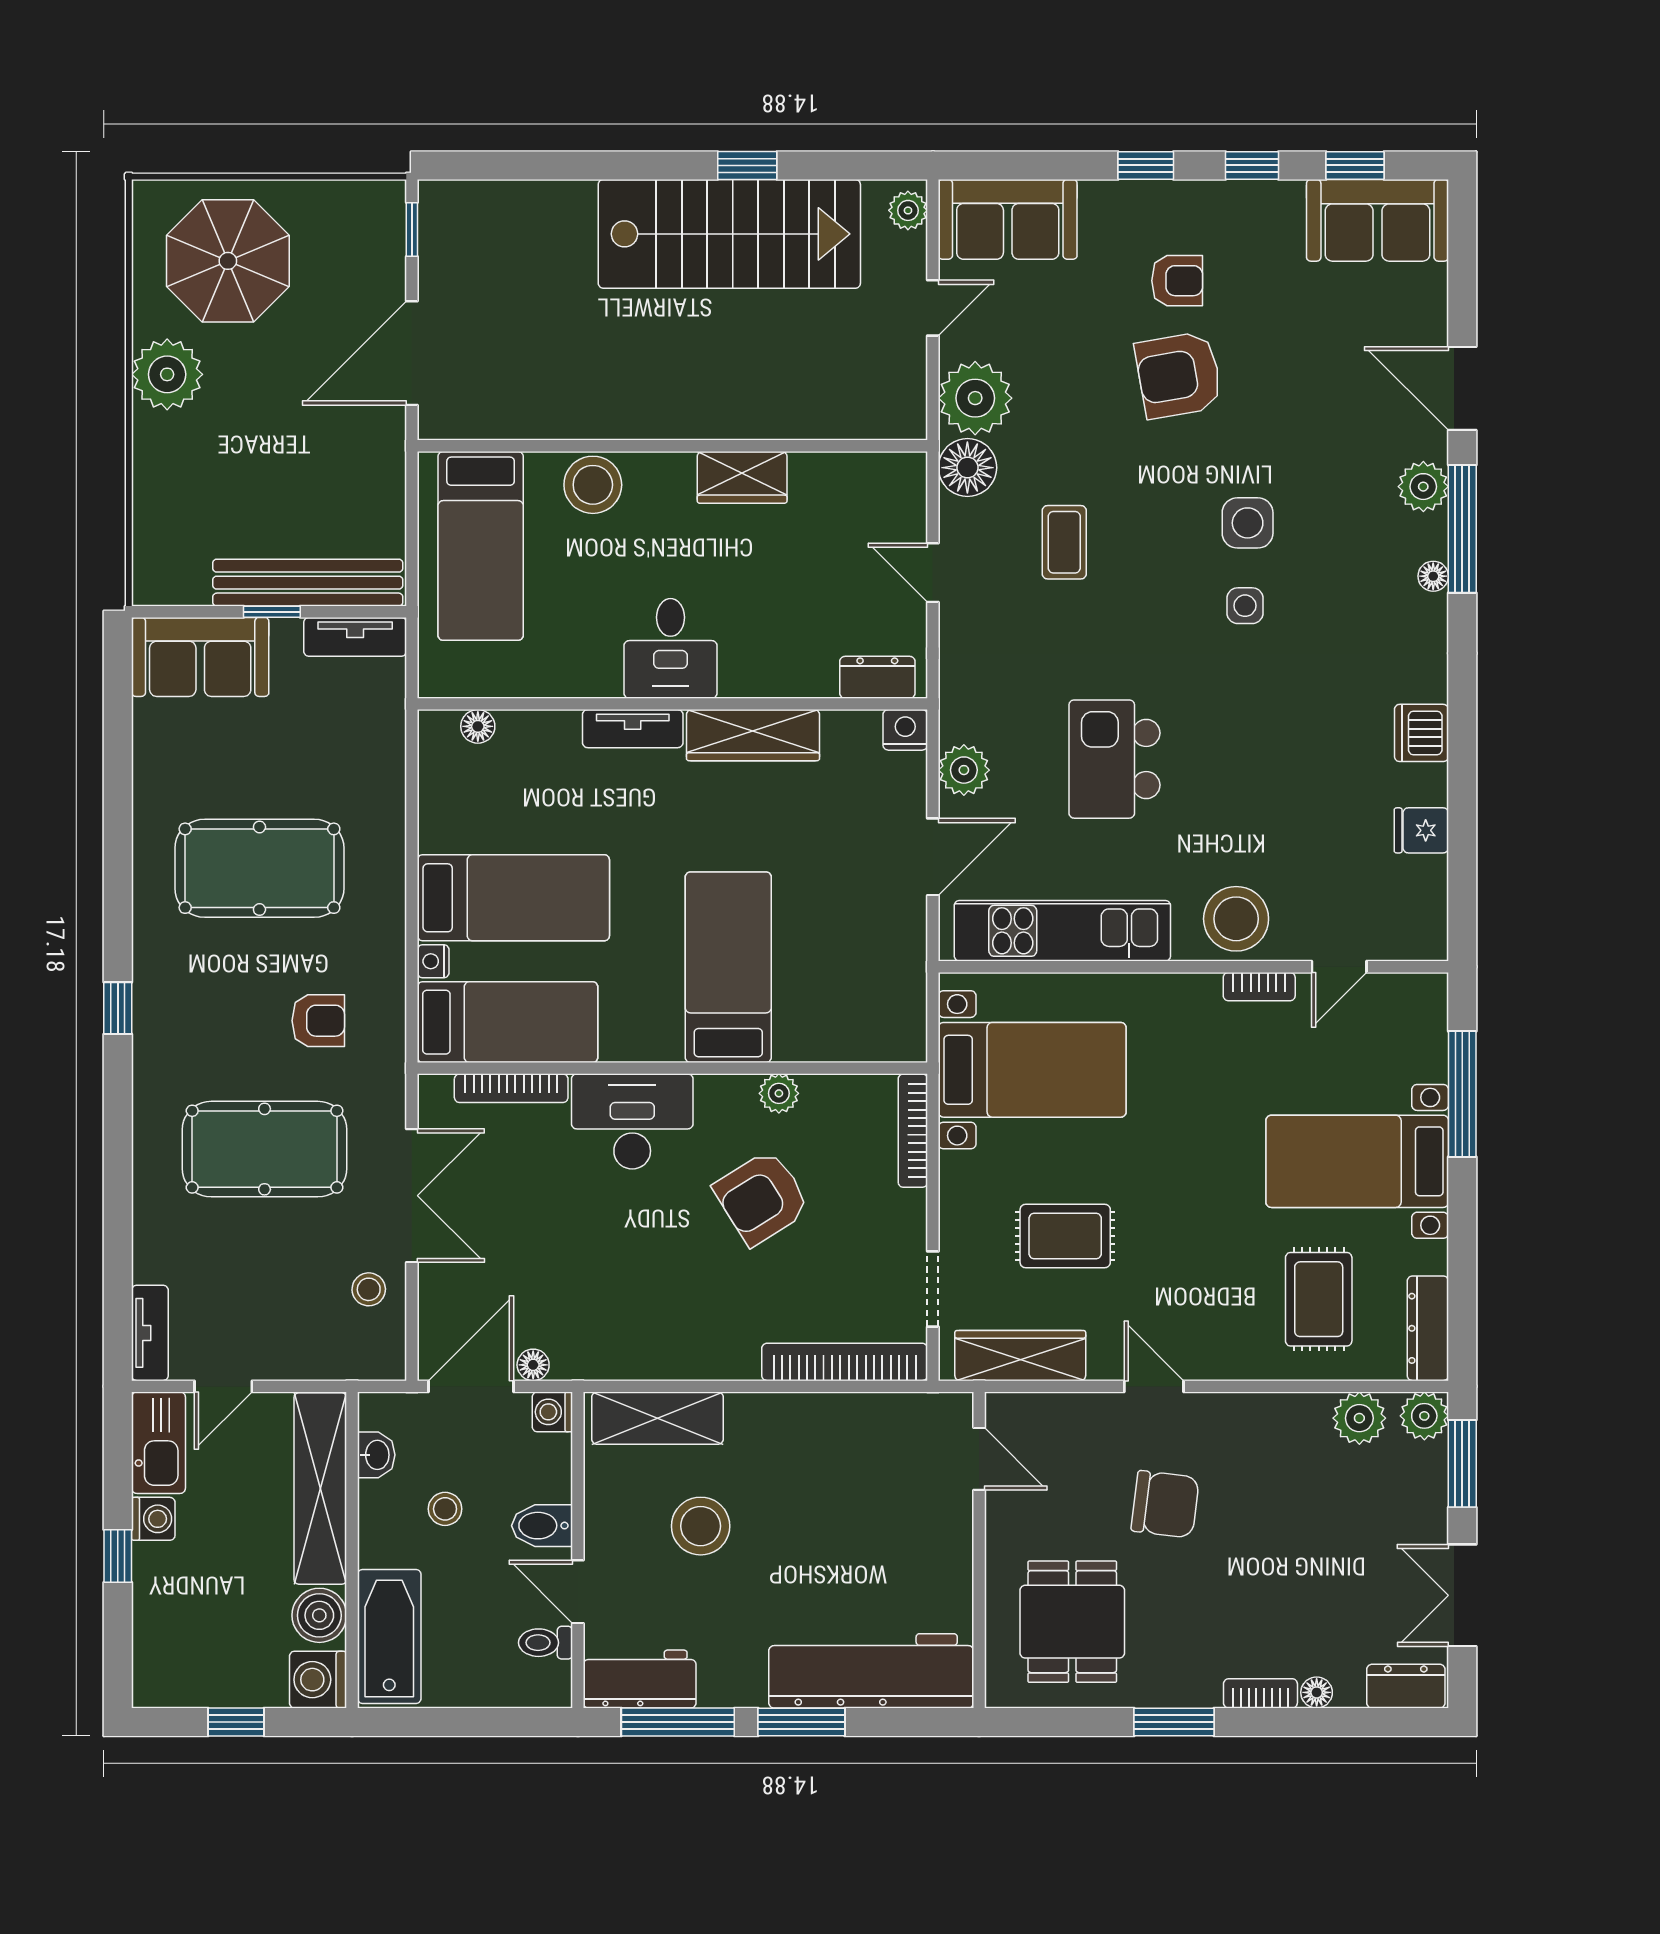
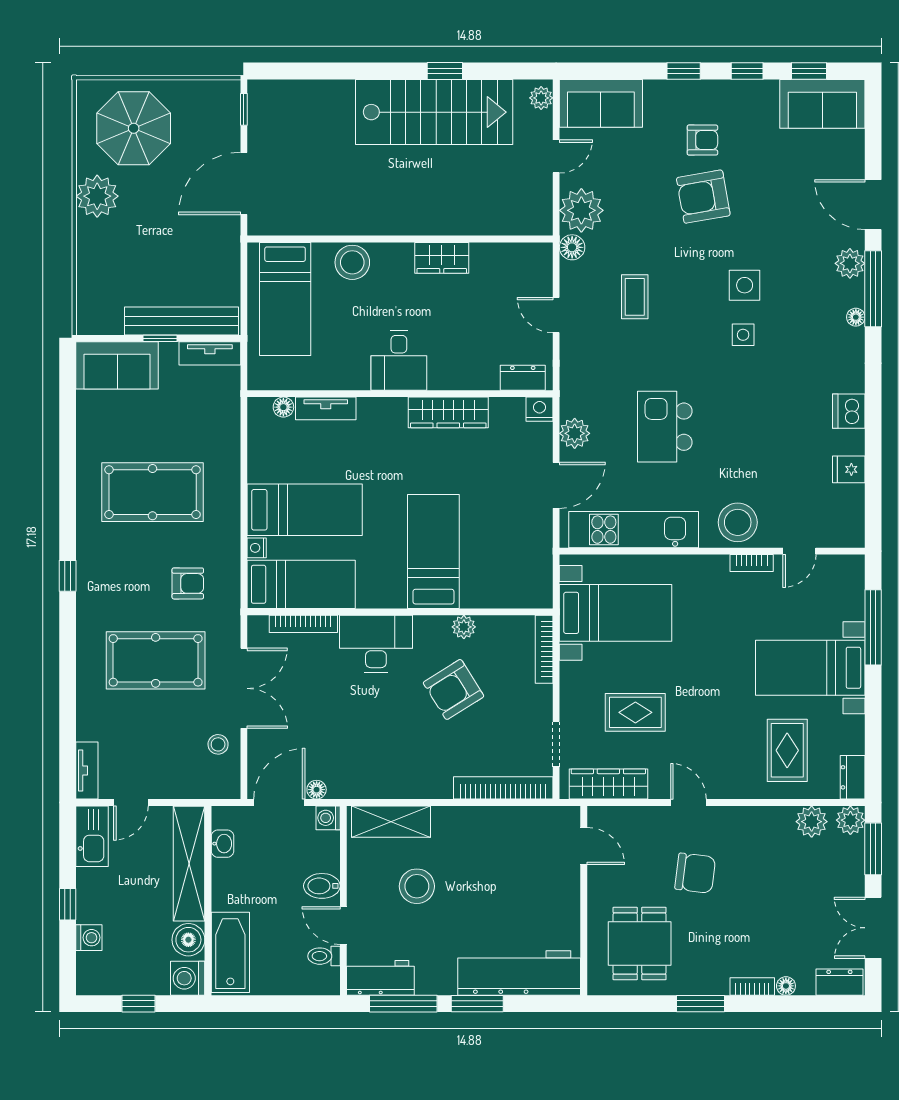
floor lamp: (967, 468) -> (572, 247), width x0.73, depth x0.73
tv unit: (633, 729) -> (326, 408), moved
dresser: (1428, 1328) -> (853, 777), width x0.70
stool: (445, 1509) -> (264, 876), removed
washing machine: (153, 1519) -> (89, 938), moved

